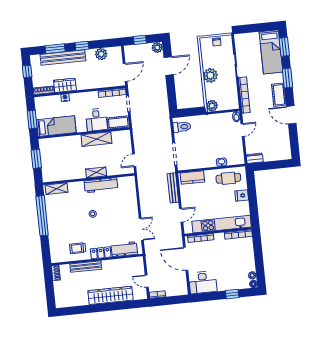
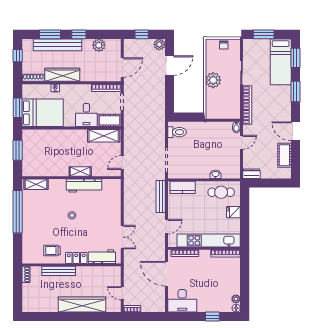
window: (253, 28) -> (264, 34), added
wardrobe: (65, 85) -> (62, 75), width x1.50
cot: (279, 95) -> (284, 155), moved
plant: (212, 106) -> (211, 113), removed
bed: (56, 126) -> (43, 113), width x1.50
shelving: (96, 139) -> (104, 136), moved

